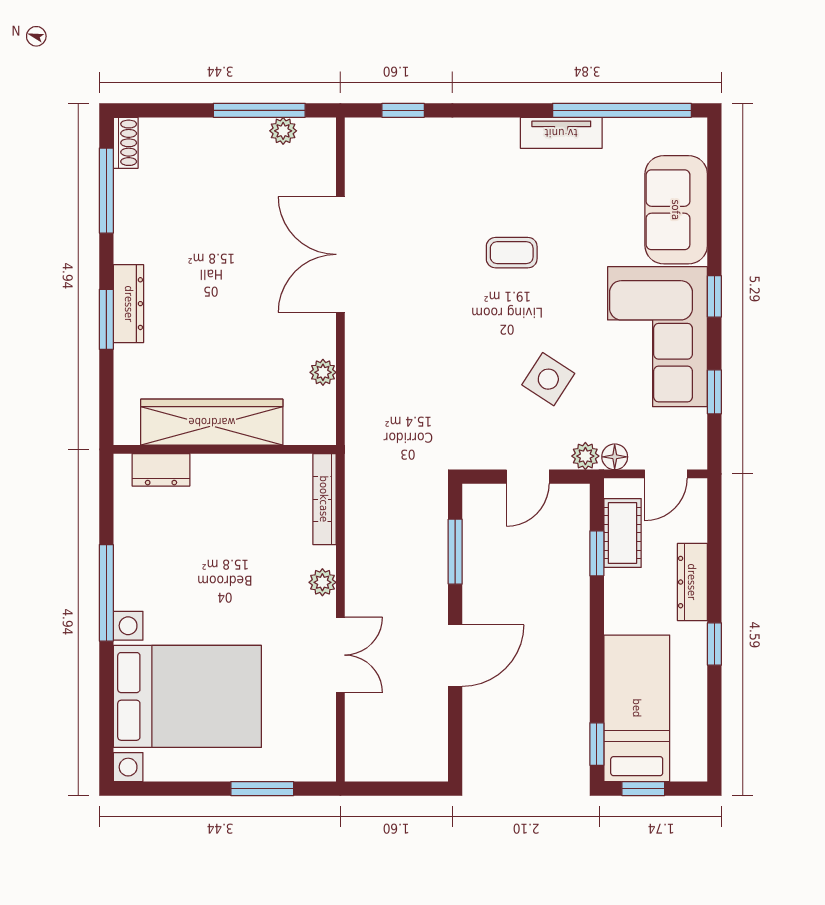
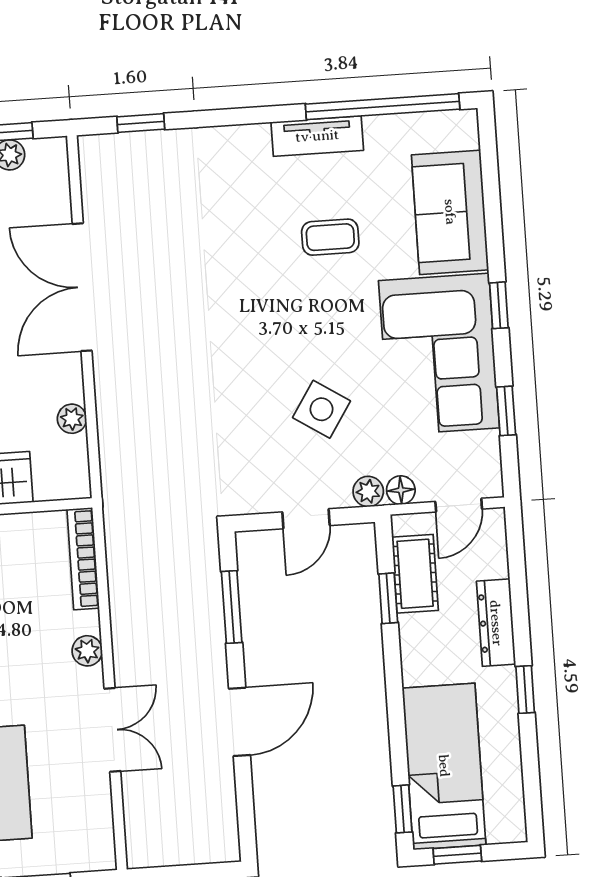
coffee table: (512, 253) -> (330, 237), moved

